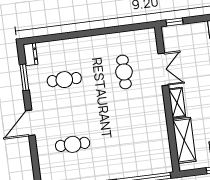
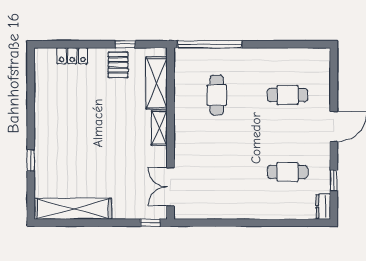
double door: (163, 69) -> (171, 187), moved
cafe table: (124, 72) -> (217, 95), moved
window: (24, 77) -> (334, 180), width x0.67

